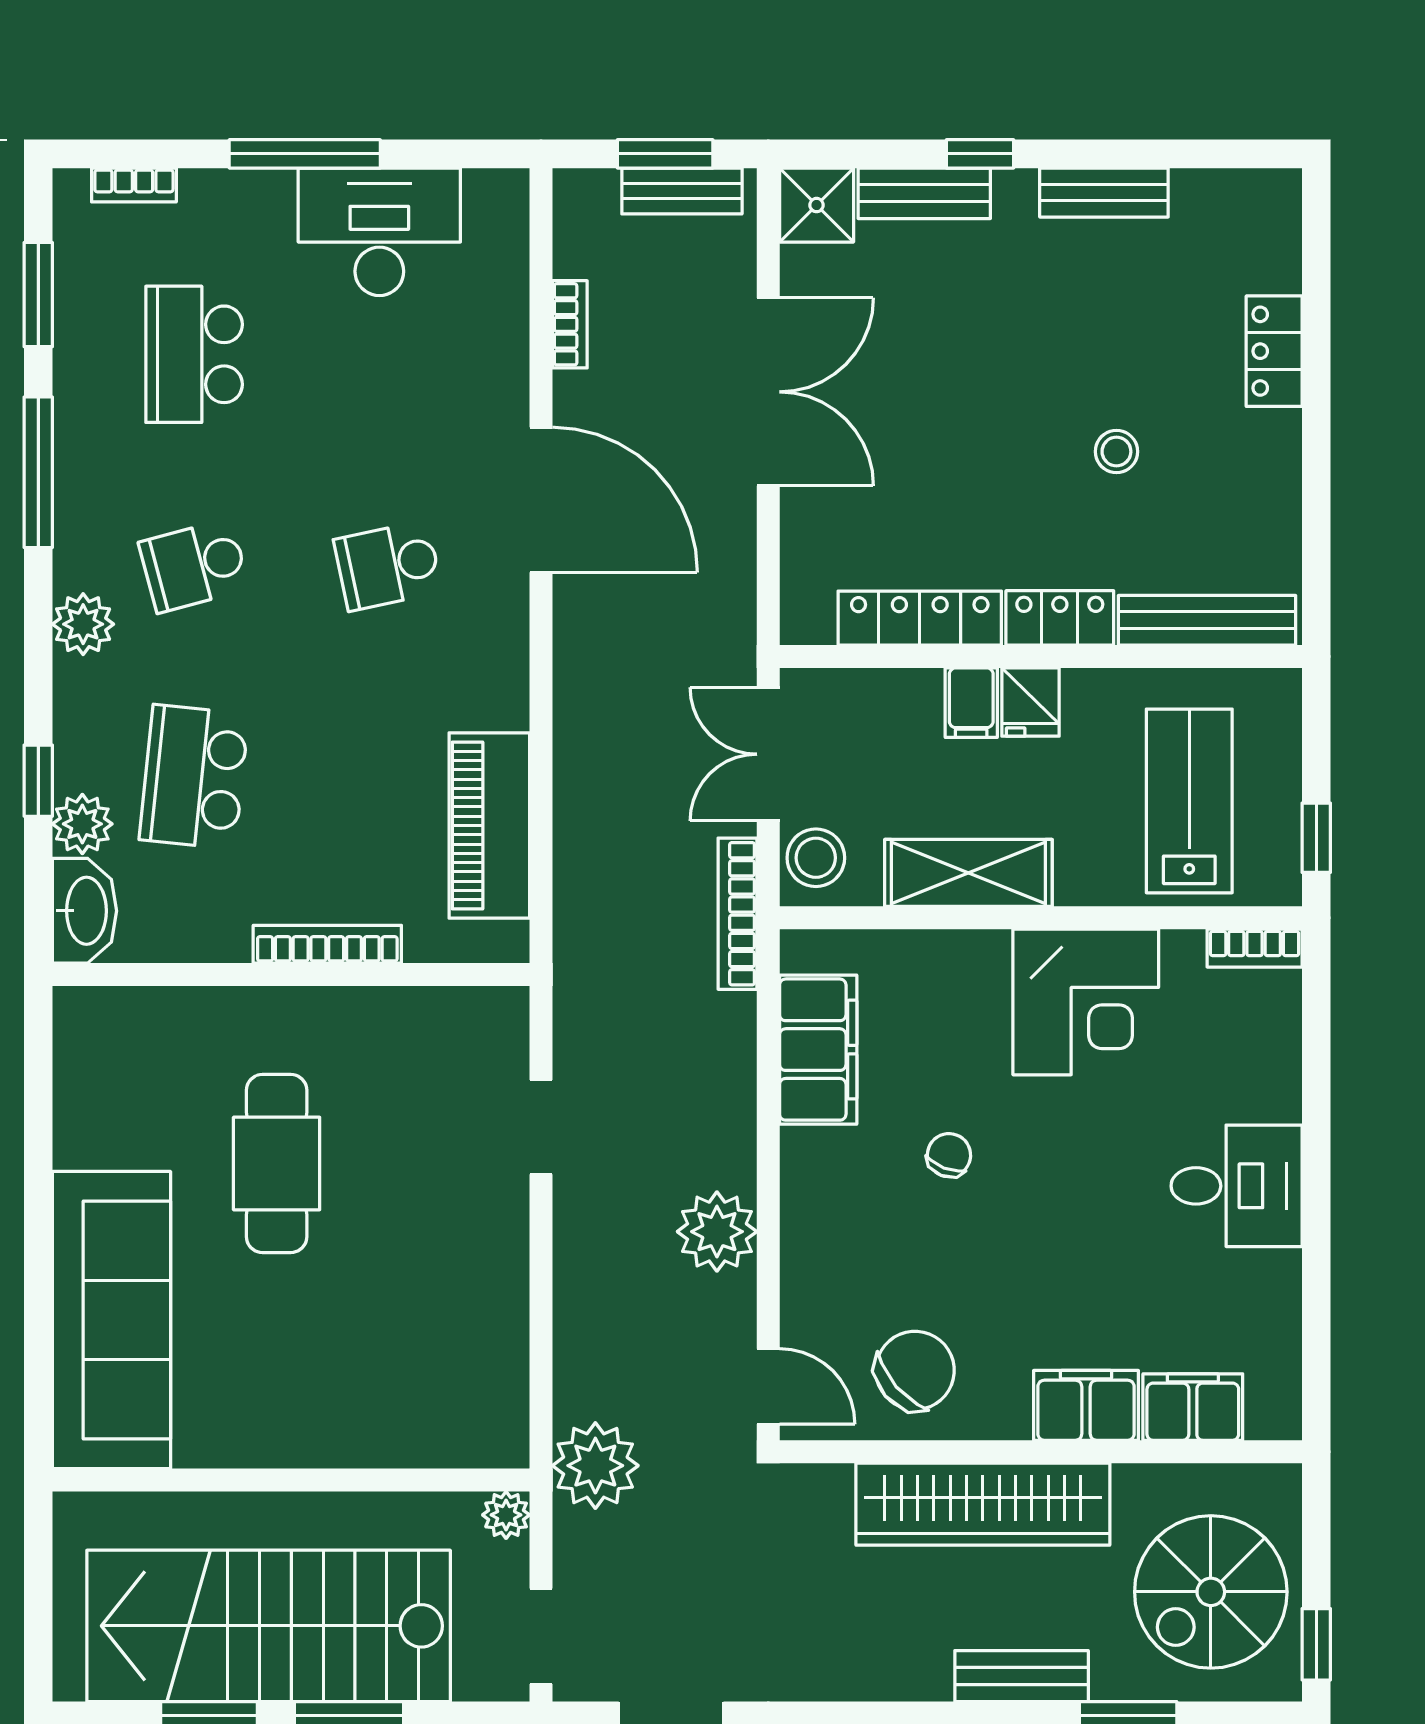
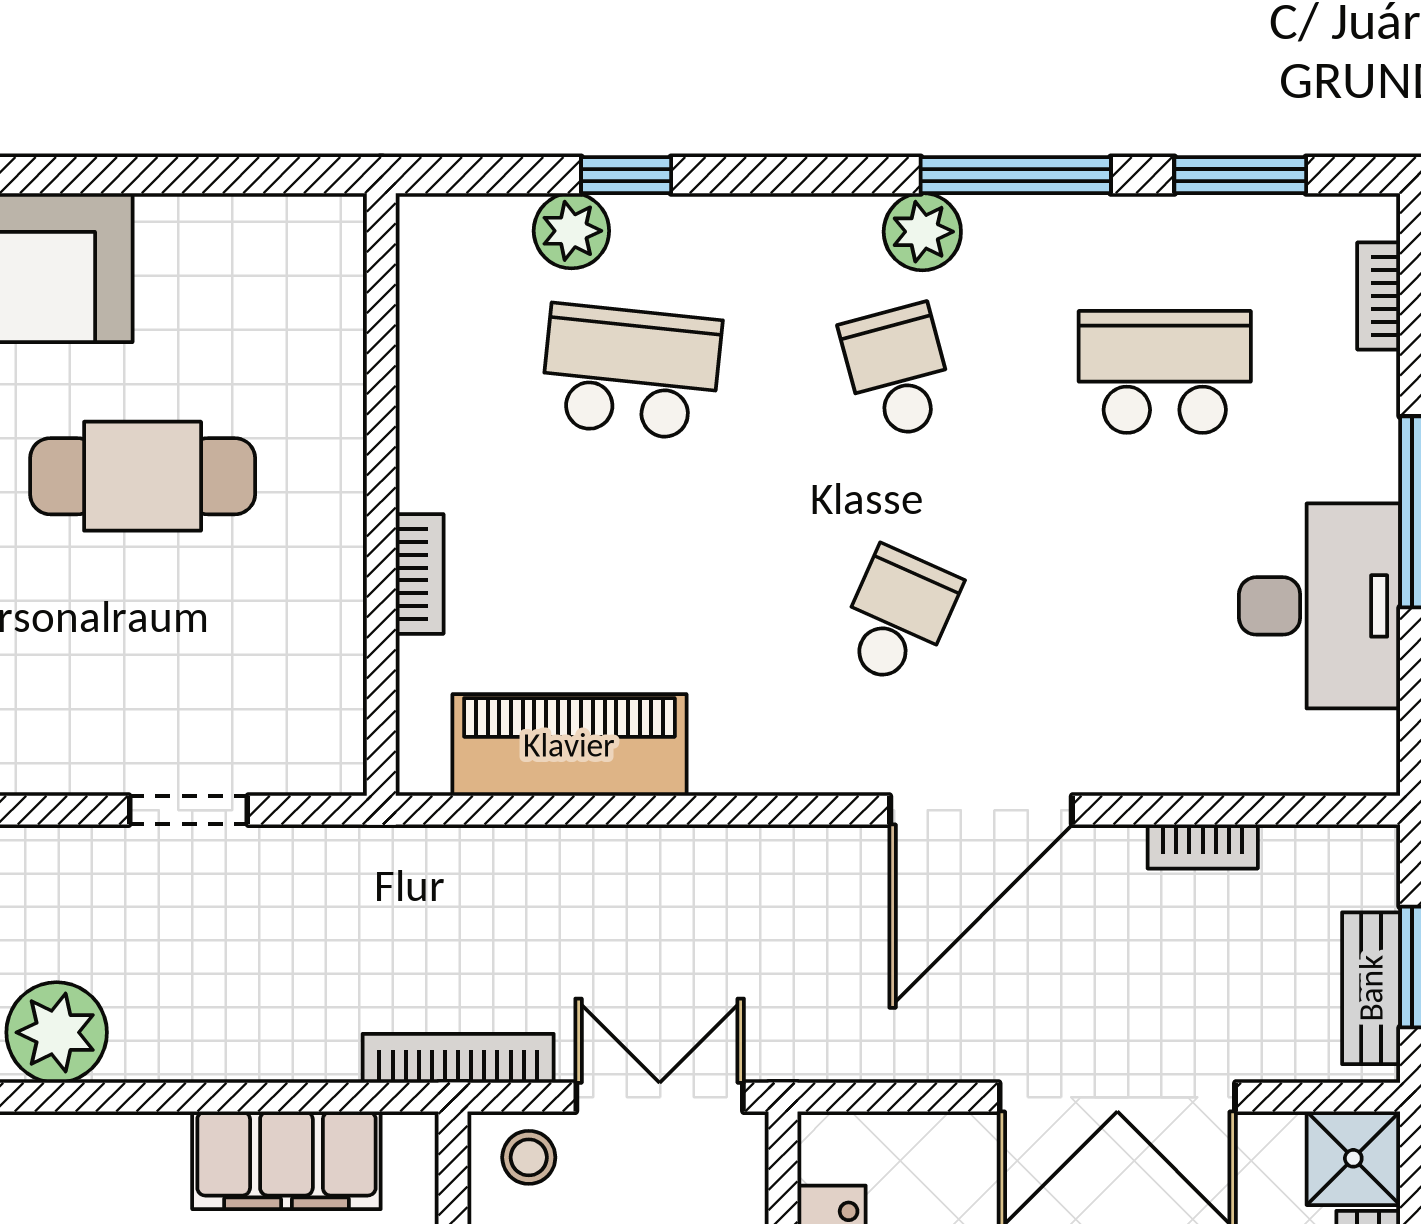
school desk: (388, 566) -> (898, 617), turned 36
plant: (83, 624) -> (922, 232), moved
stool: (816, 858) -> (529, 1157), width x0.73, depth x0.73
washbasin: (85, 911) -> (462, 234), removed
bookcase: (327, 944) -> (420, 574), width x0.64

